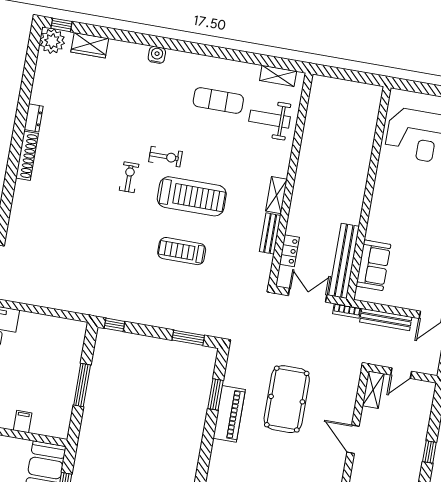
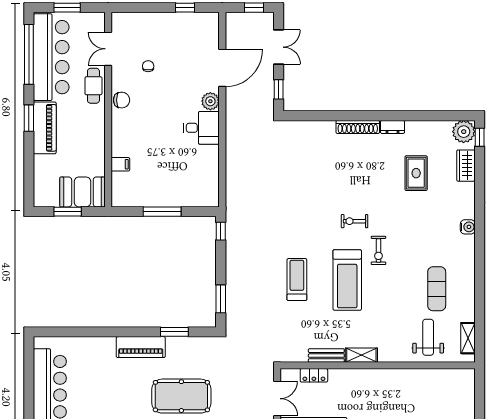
rug: (88, 101) -> (416, 173), added
exercise bike: (129, 177) -> (355, 221), turned 180
piano: (229, 414) -> (141, 347), moved

